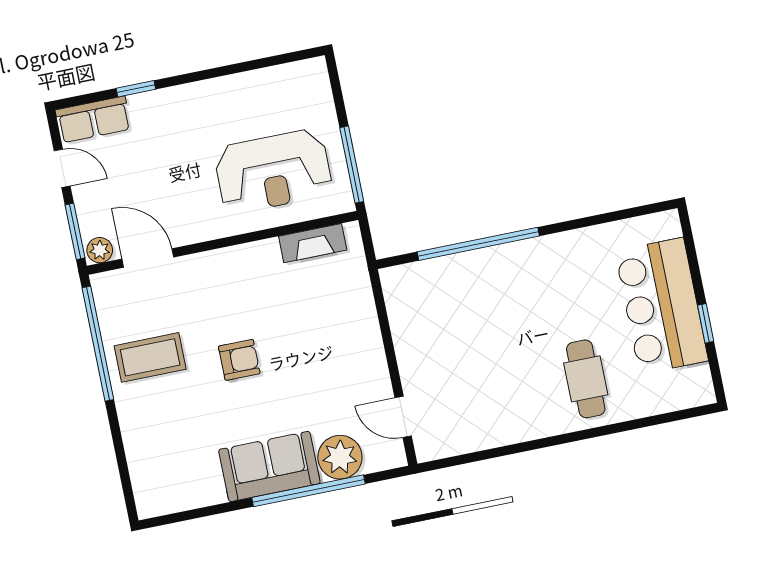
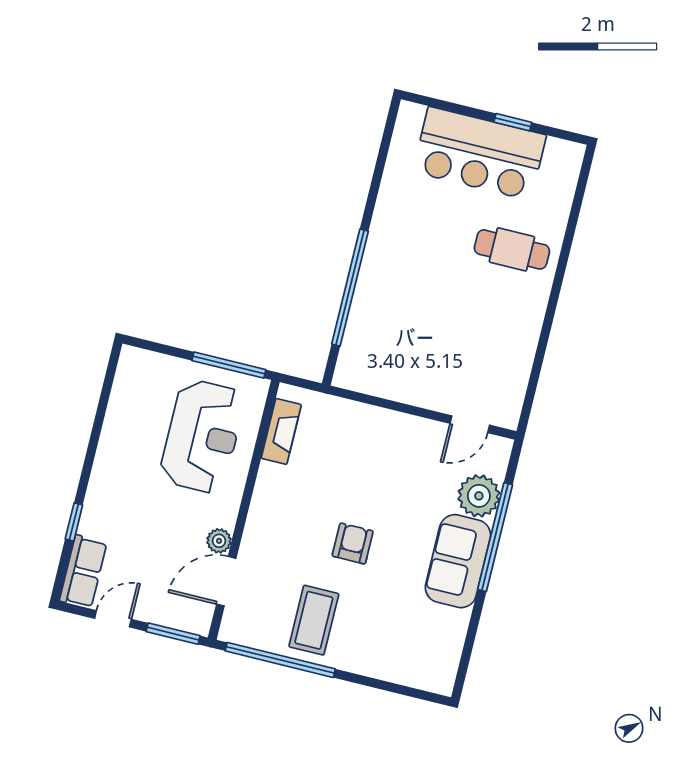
plant: (100, 250) -> (219, 541), moved

